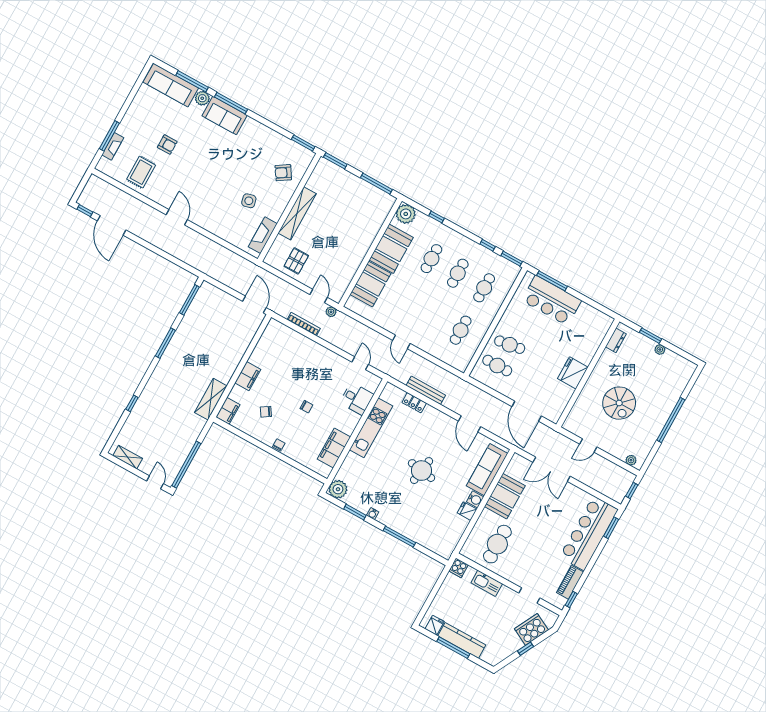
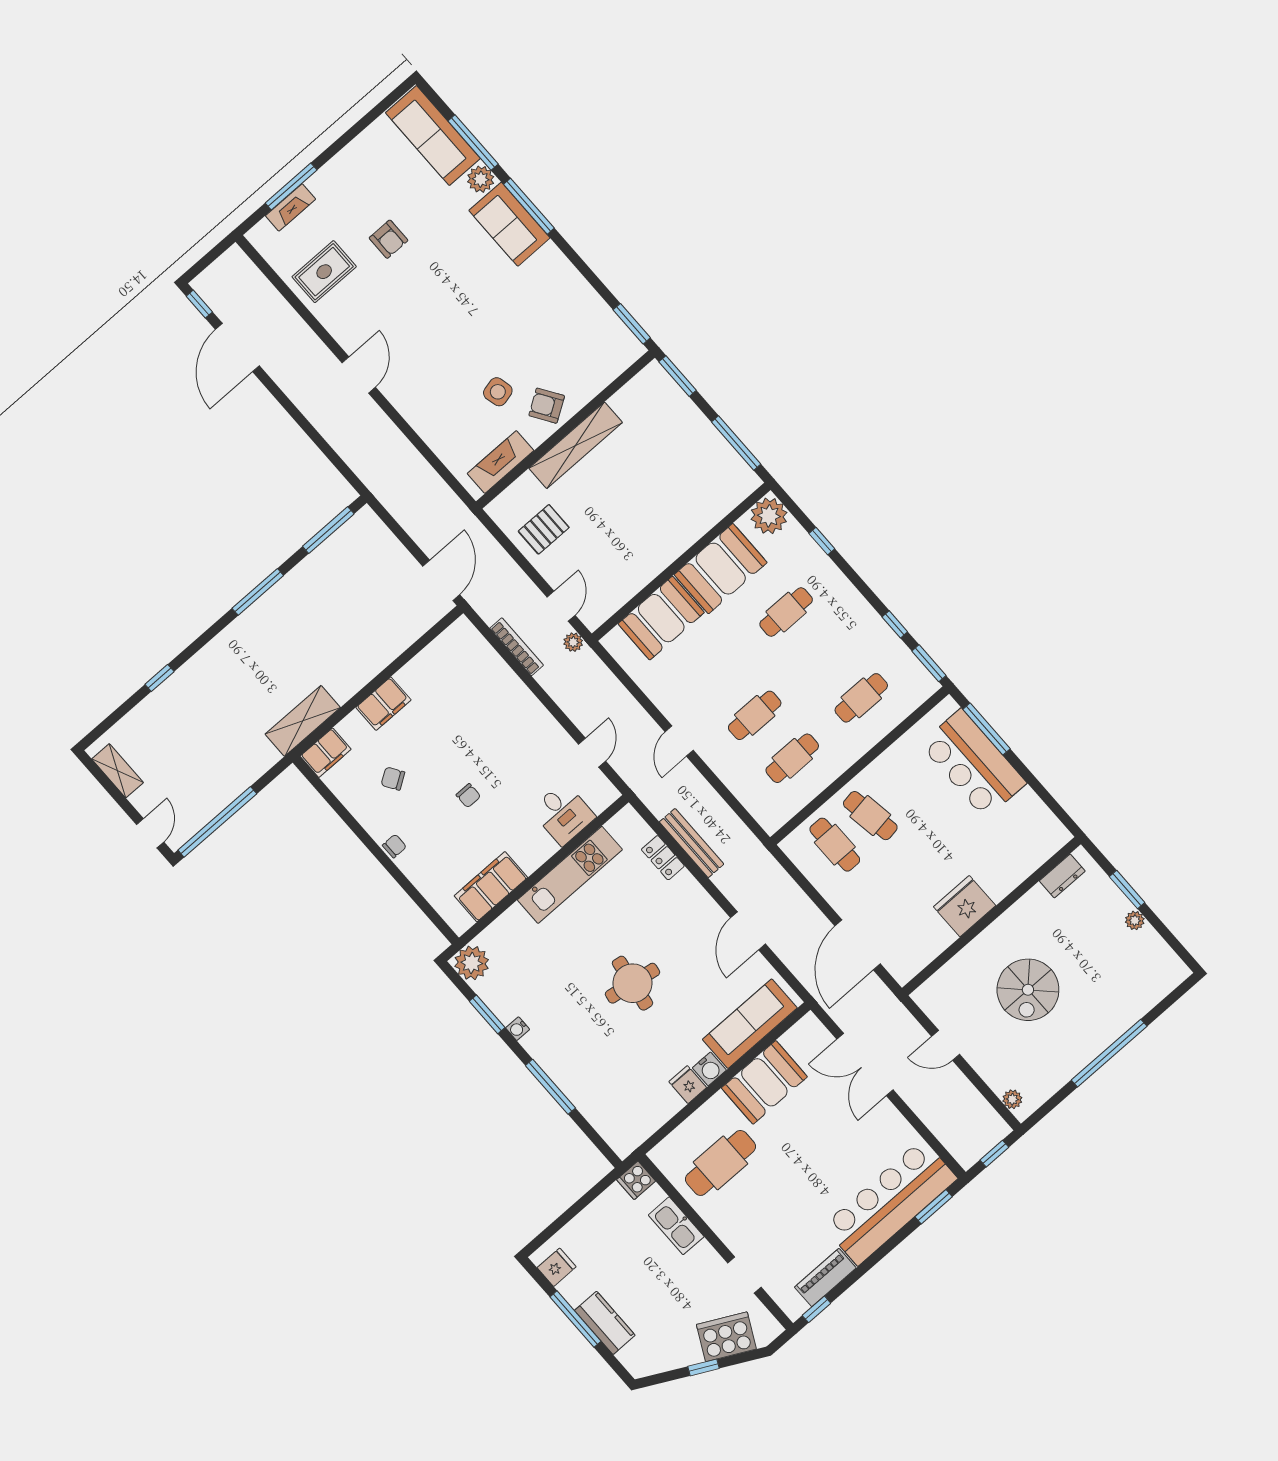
armchair: (283, 173) -> (547, 406), moved
cafe table: (458, 273) -> (755, 715), moved
kitchen counter: (462, 640) -> (605, 1323), width x0.67

